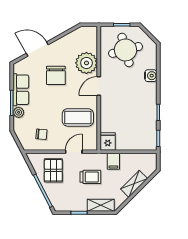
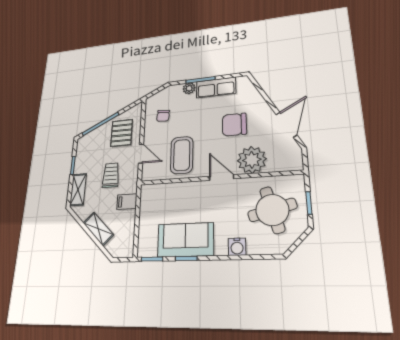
door: (37, 49) -> (286, 125), moved
sofa: (145, 113) -> (185, 240), added
fridge: (108, 142) -> (151, 193), removed
pallet: (53, 170) -> (122, 133), turned 90
trolley: (90, 177) -> (111, 175), turned 180

